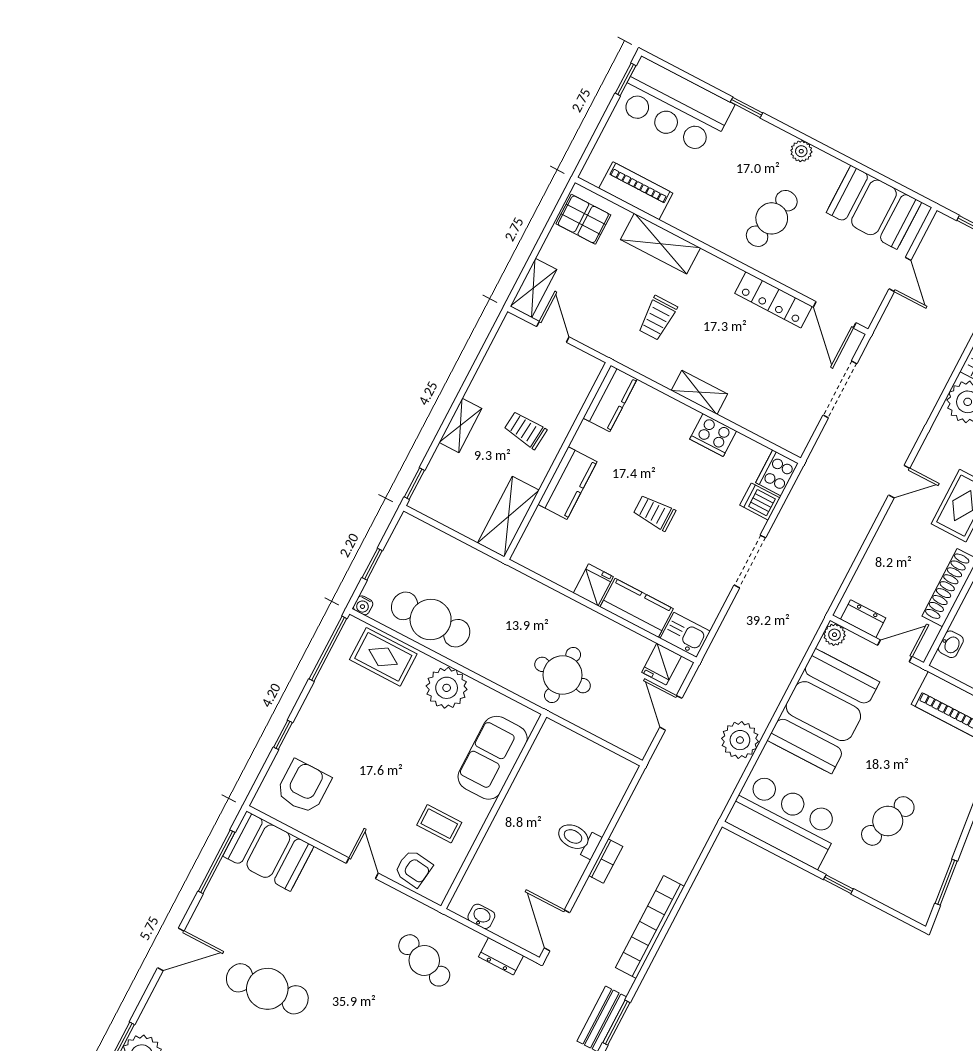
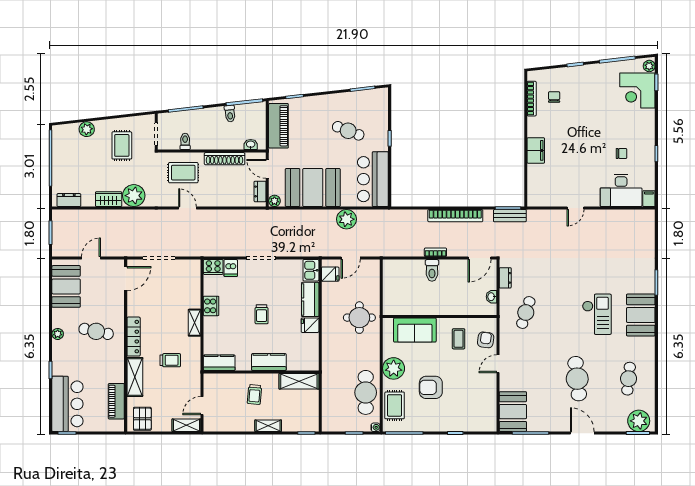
locker: (773, 300) -> (134, 337), moved
armchair: (303, 787) -> (431, 387), moved

